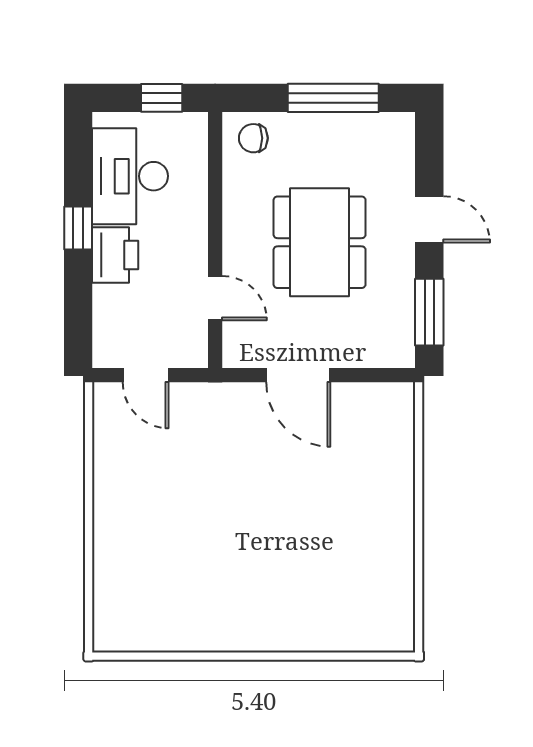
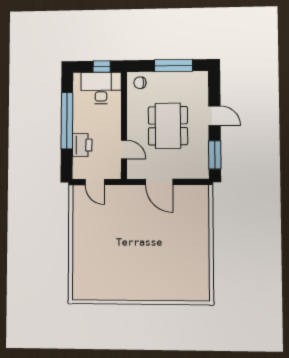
desk: (130, 176) -> (101, 88), moved, turned 90
window: (78, 228) -> (67, 121), width x3.17
printer: (115, 255) -> (82, 145), moved

